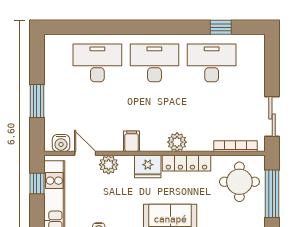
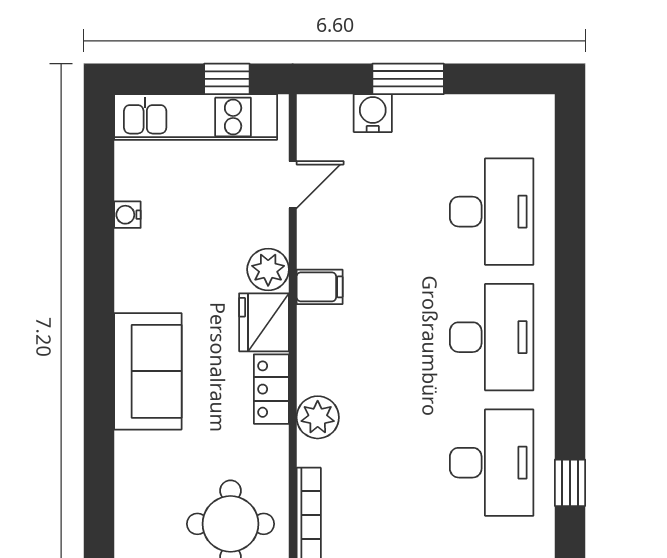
plant: (177, 142) -> (318, 417), moved
water cooler: (61, 143) -> (373, 113), moved, turned 90
locker: (186, 163) -> (271, 389), width x0.66
plant: (109, 165) -> (268, 269), moved

